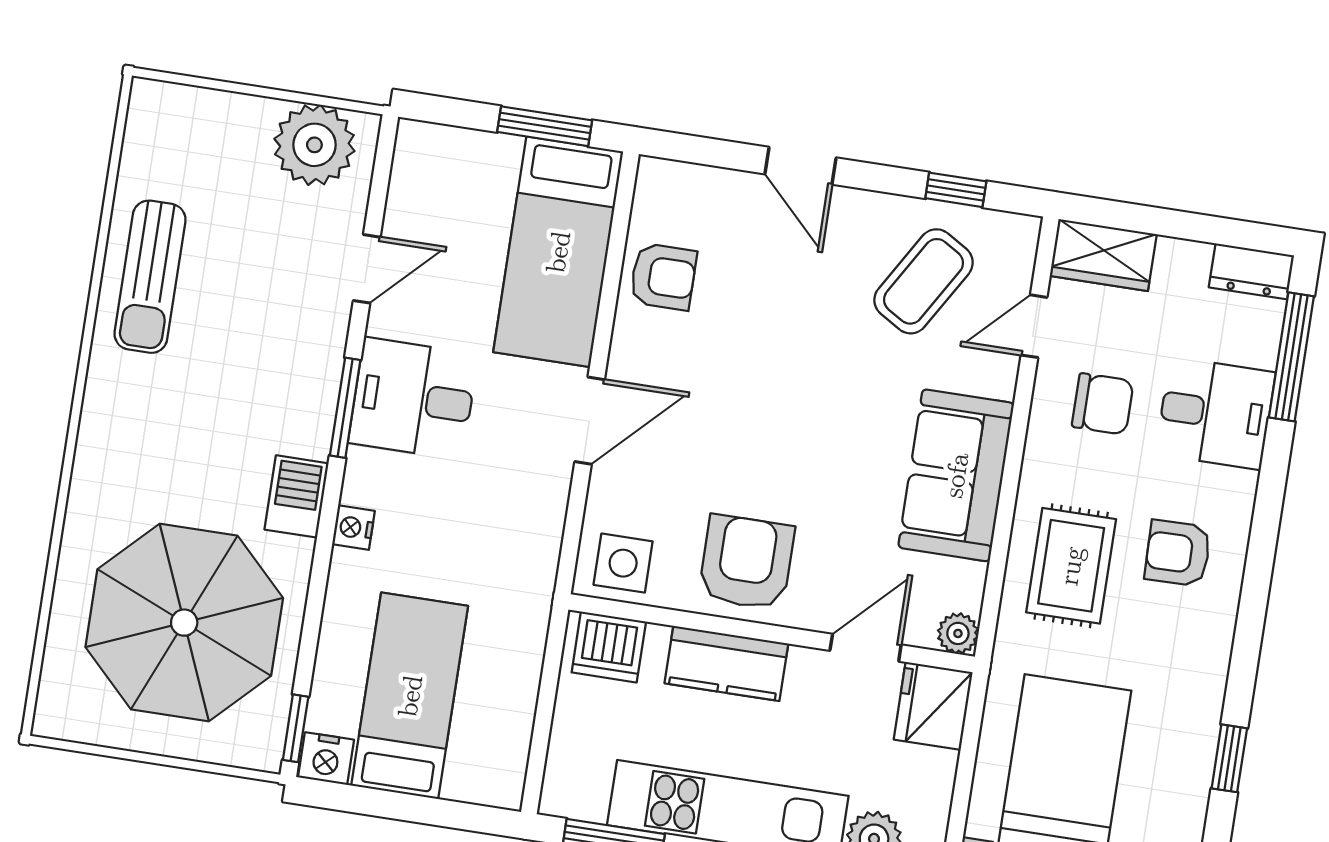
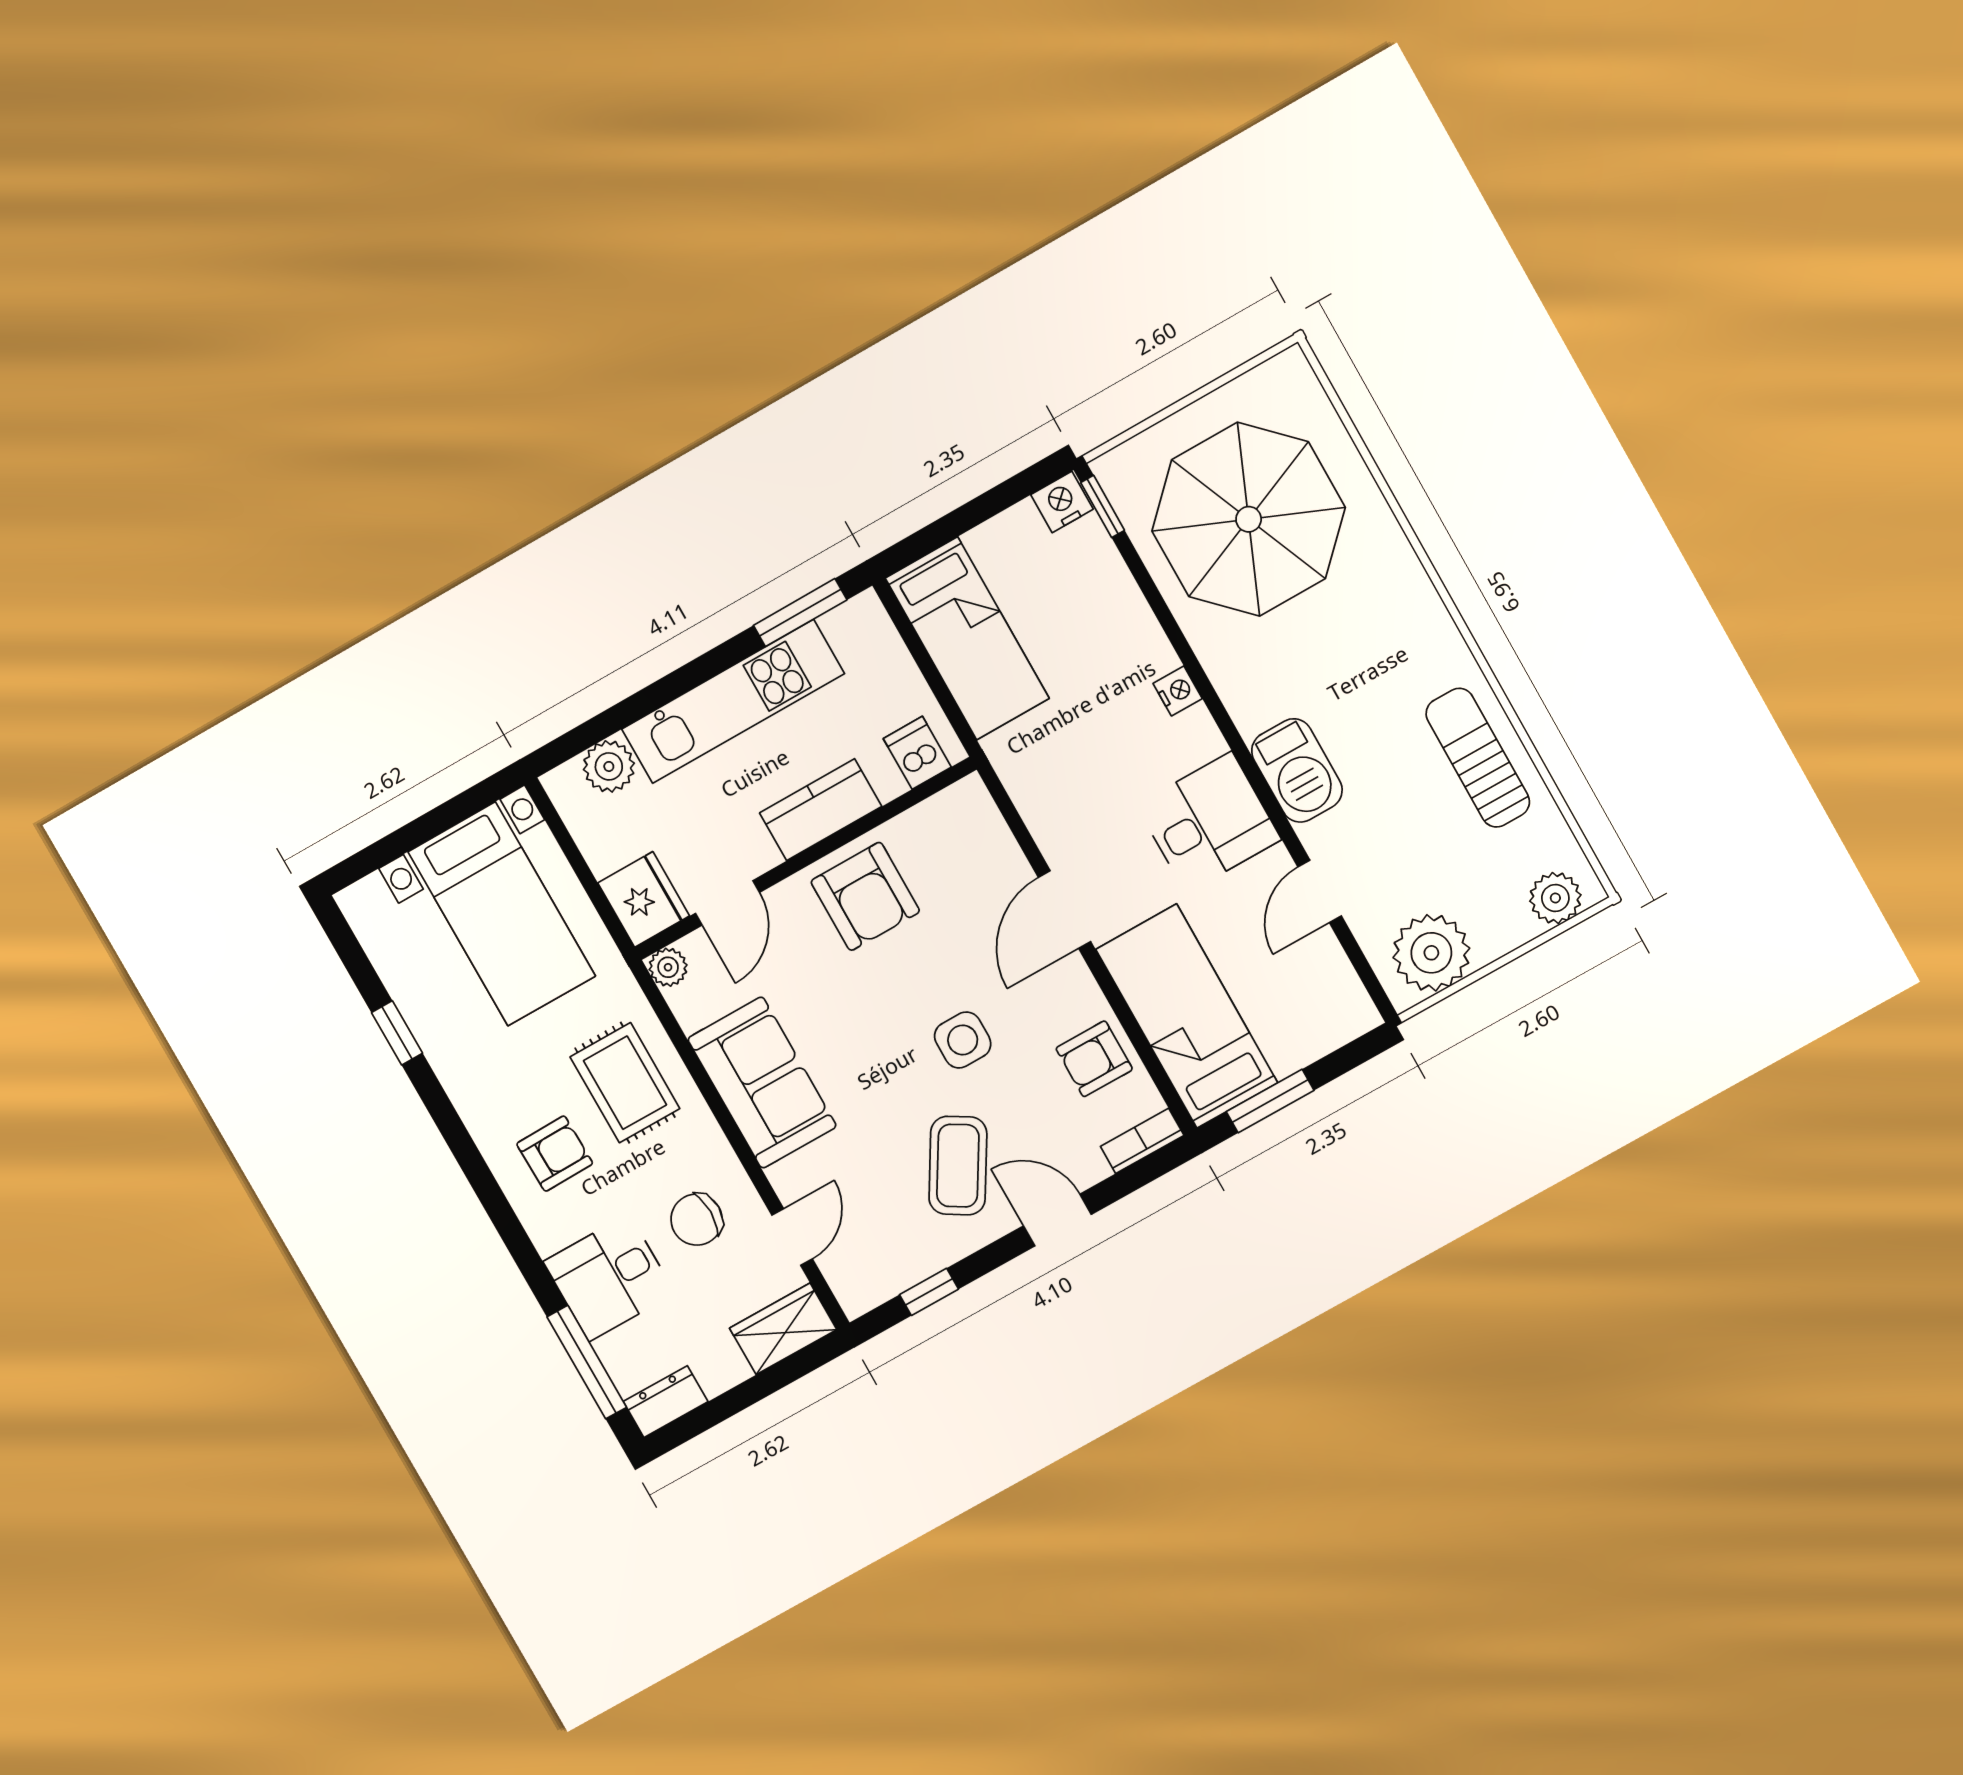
plant: (177, 110) -> (1555, 898), added
bookcase: (677, 177) -> (1142, 1141), added
coffee table: (924, 281) -> (958, 1166), moved
window: (345, 408) -> (1254, 775), removed
barbecue: (297, 496) -> (1297, 770), moved, width x1.38, depth x1.27
side table: (623, 563) -> (963, 1040), moved
dishwasher: (609, 647) -> (917, 753), width x0.73
bed: (410, 696) -> (967, 638), moved

